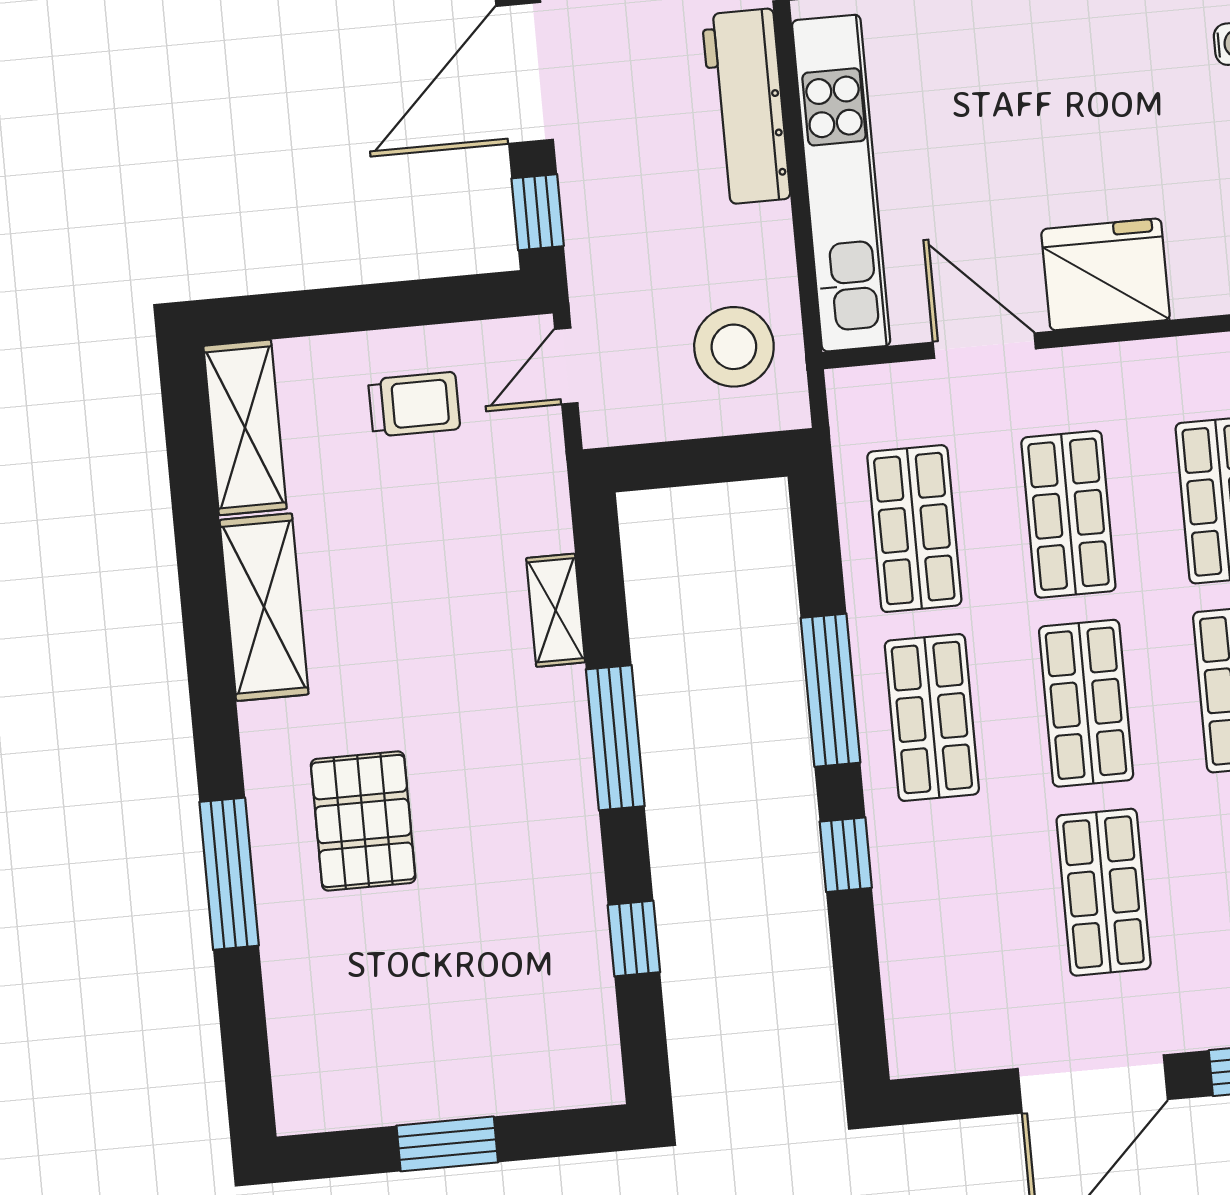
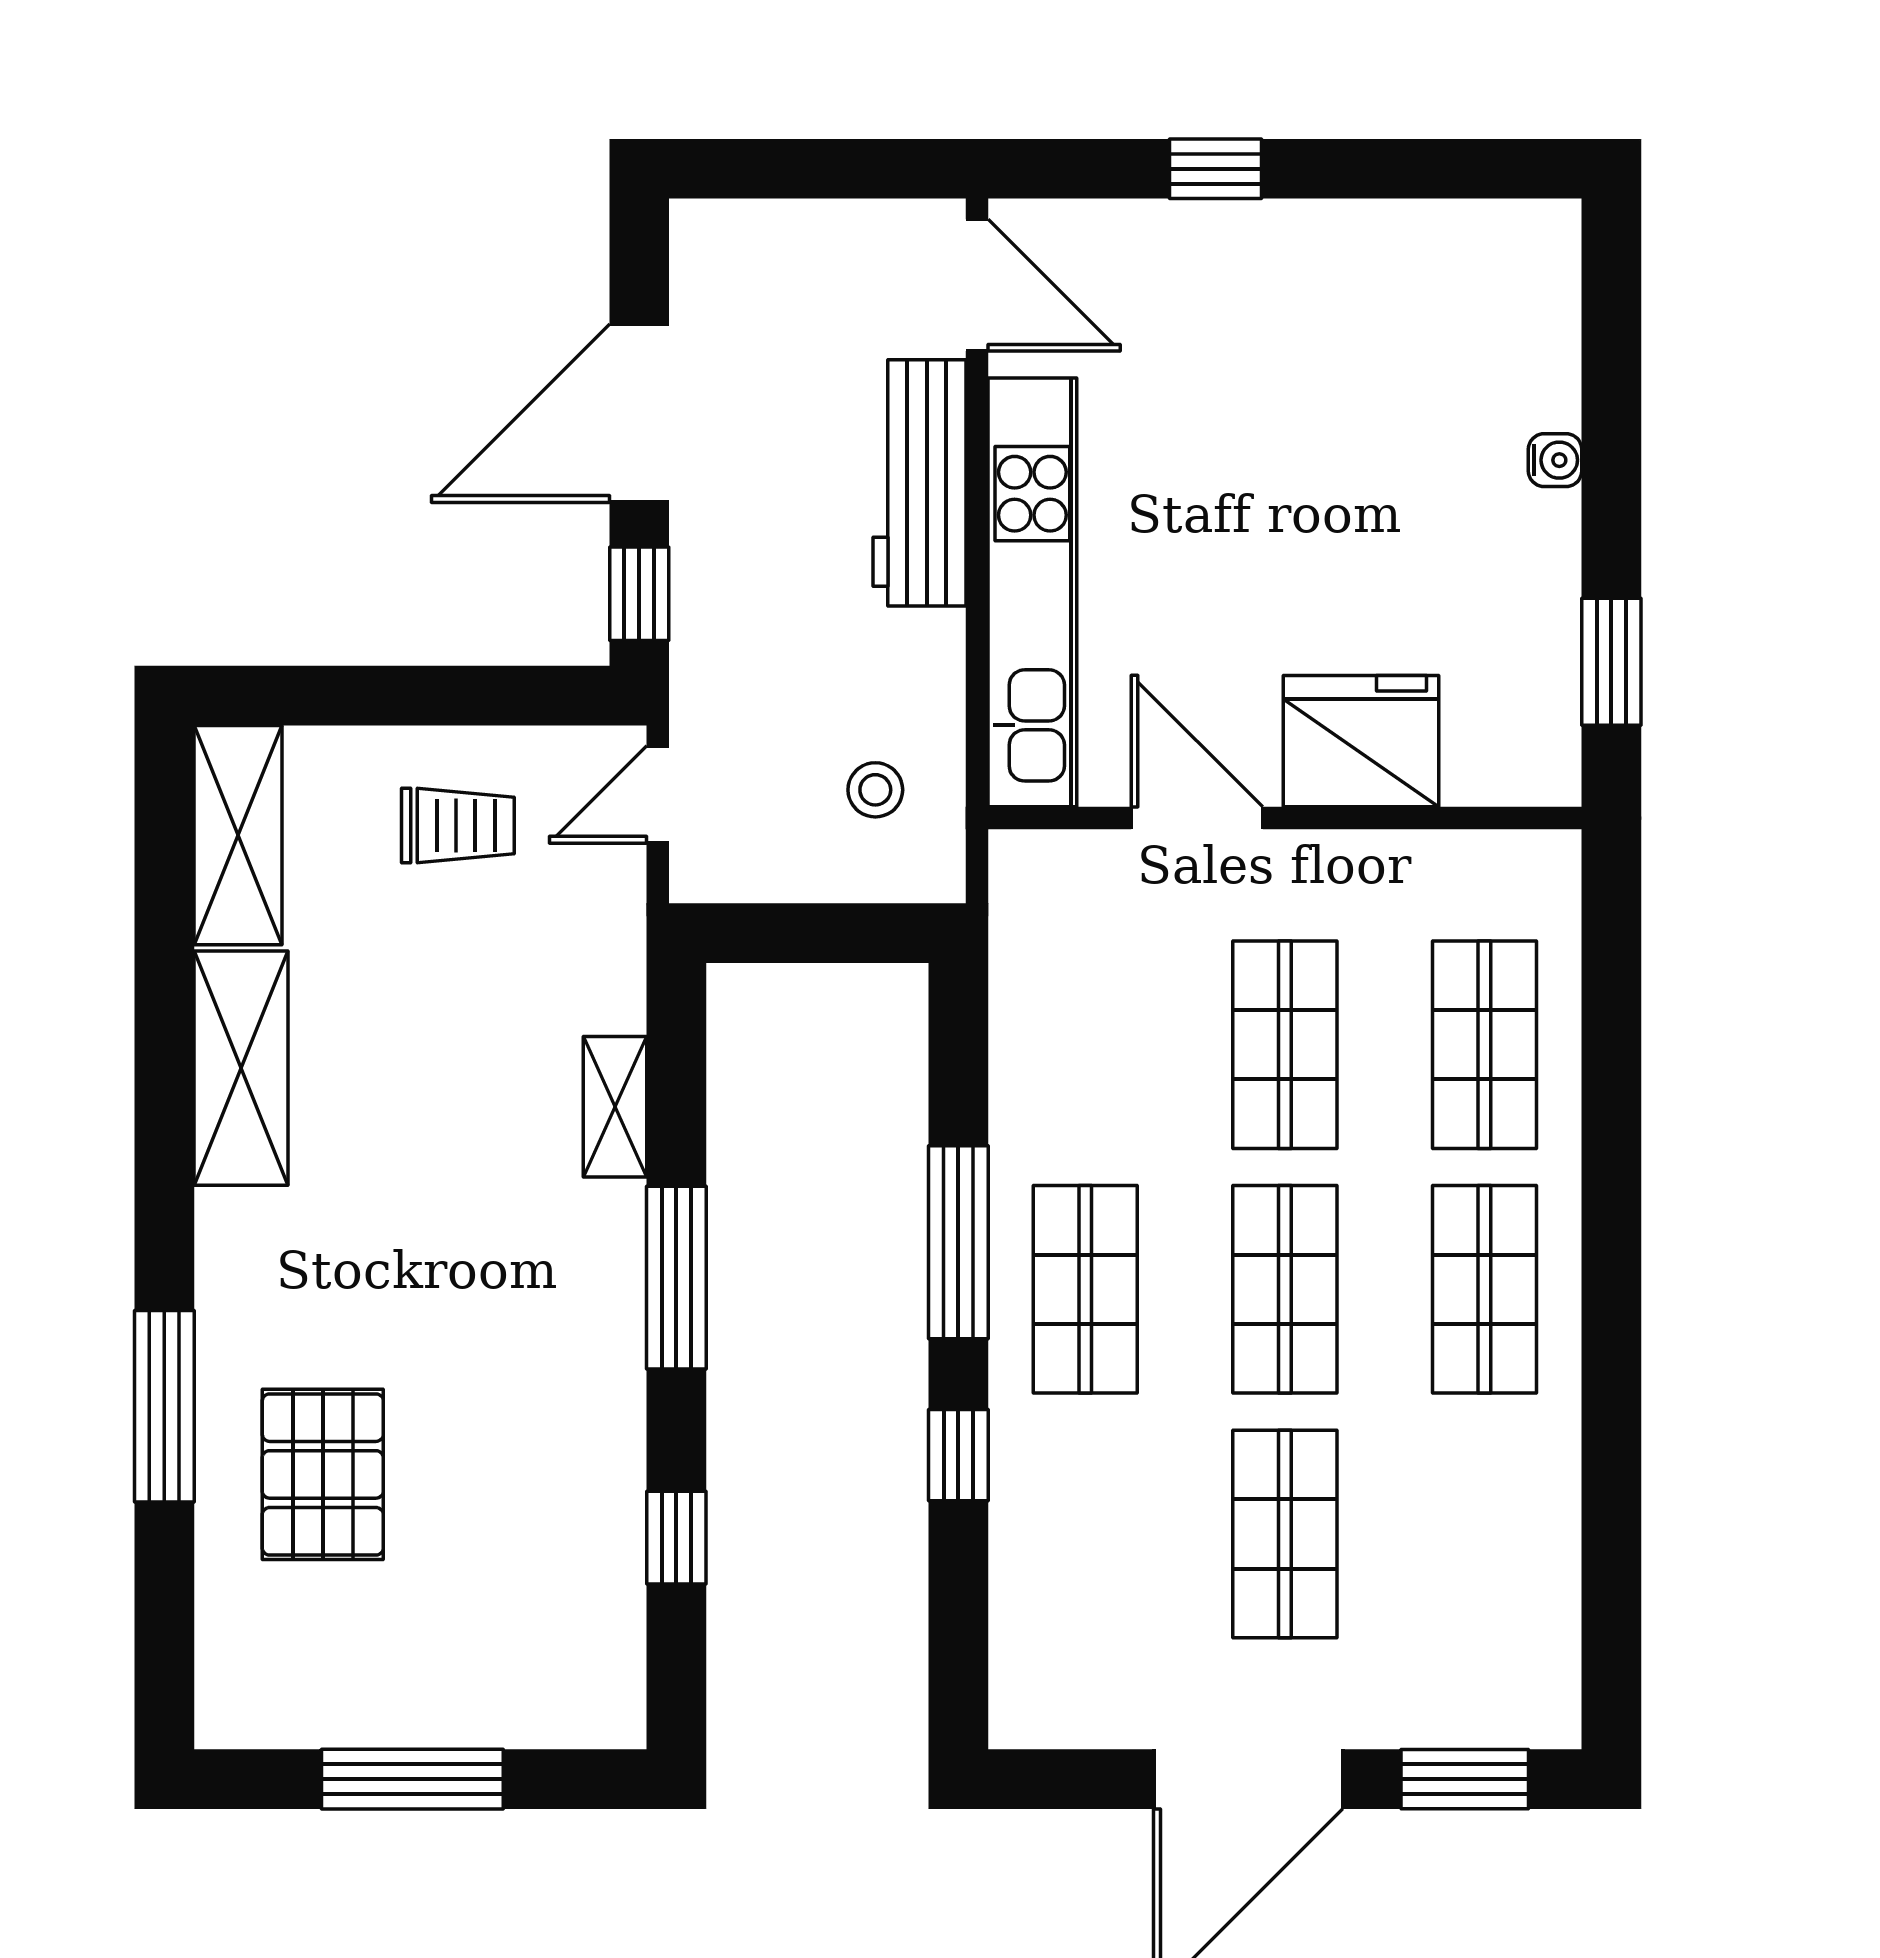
stool: (734, 347) -> (875, 790), width x0.53, depth x0.53
shop shelf: (914, 529) -> (1085, 1045), removed
pallet: (363, 821) -> (323, 1474), moved
window: (447, 1144) -> (412, 1779), width x1.44

